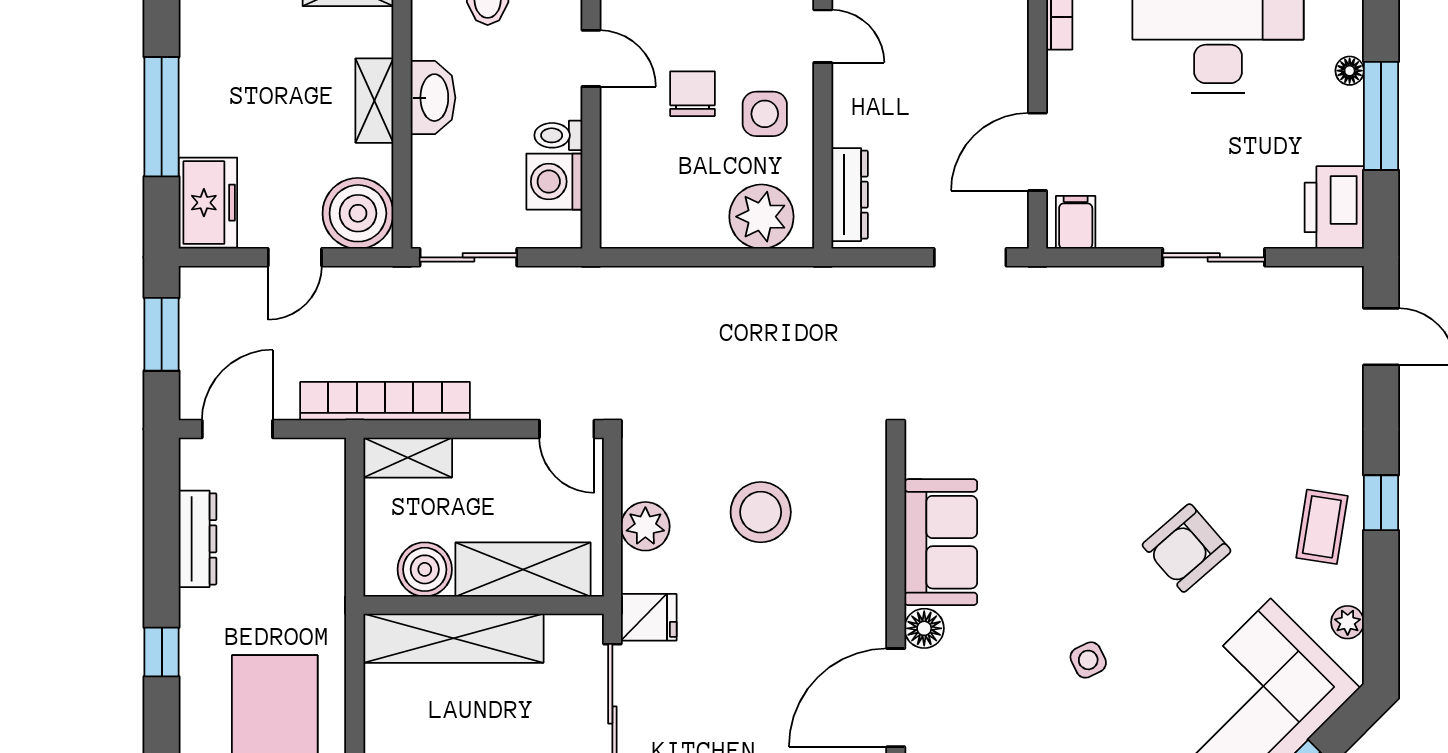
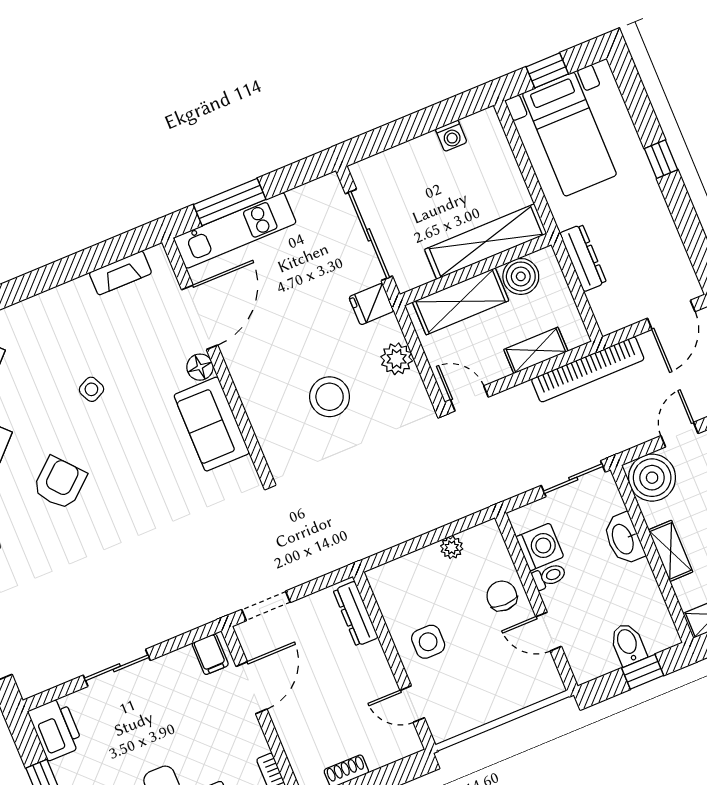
chair: (693, 94) -> (502, 596), moved, turned 180
washbasin: (433, 98) -> (624, 539), moved
plant: (761, 217) -> (452, 547), moved, width x0.53, depth x0.53
shelving: (408, 458) -> (536, 350), moved
dresser: (198, 539) -> (583, 258), moved, turned 180

